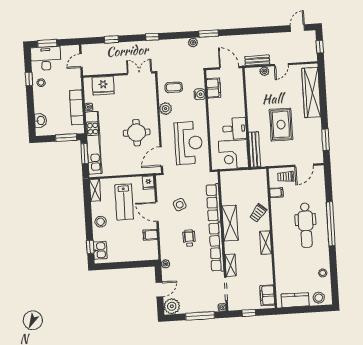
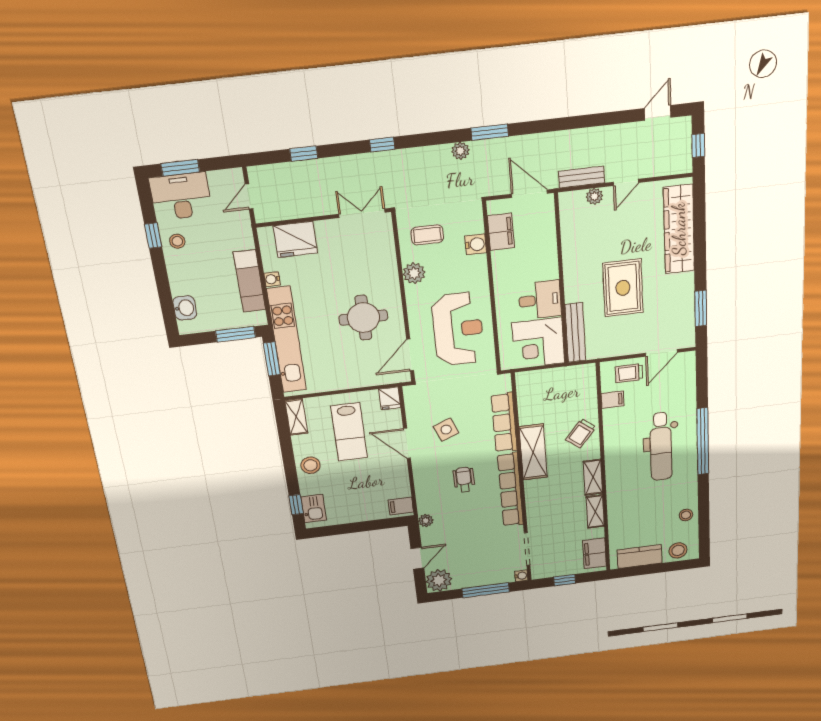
filing cabinet: (150, 235) -> (401, 506), moved
shelving: (231, 265) -> (595, 512), moved

